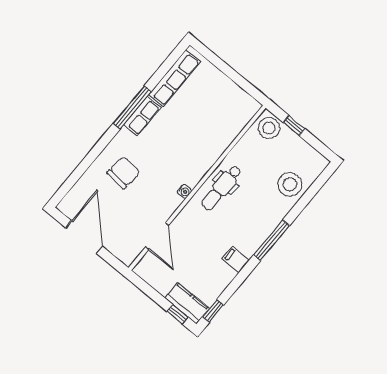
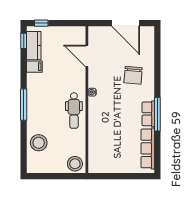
window: (294, 126) -> (62, 176), removed
dental chair: (221, 188) -> (74, 111), turned 180
filing cabinet: (236, 259) -> (34, 67), moved
kitchen counter: (187, 303) -> (34, 46), moved, turned -90

